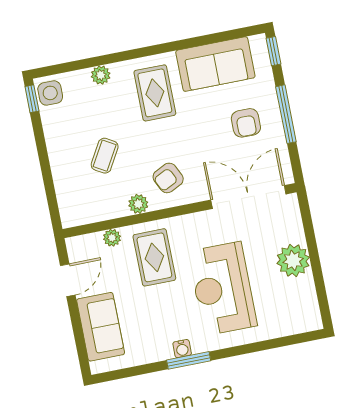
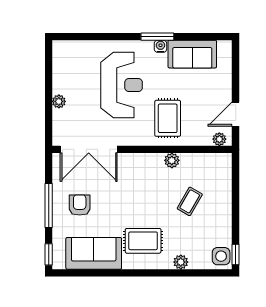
rug: (155, 93) -> (143, 241), turned 90
armchair: (168, 178) -> (146, 175), removed
plant: (112, 238) -> (219, 139), moved
plant: (293, 260) -> (59, 101), width x0.53, depth x0.53
sofa: (101, 327) -> (192, 54), moved, turned -90

